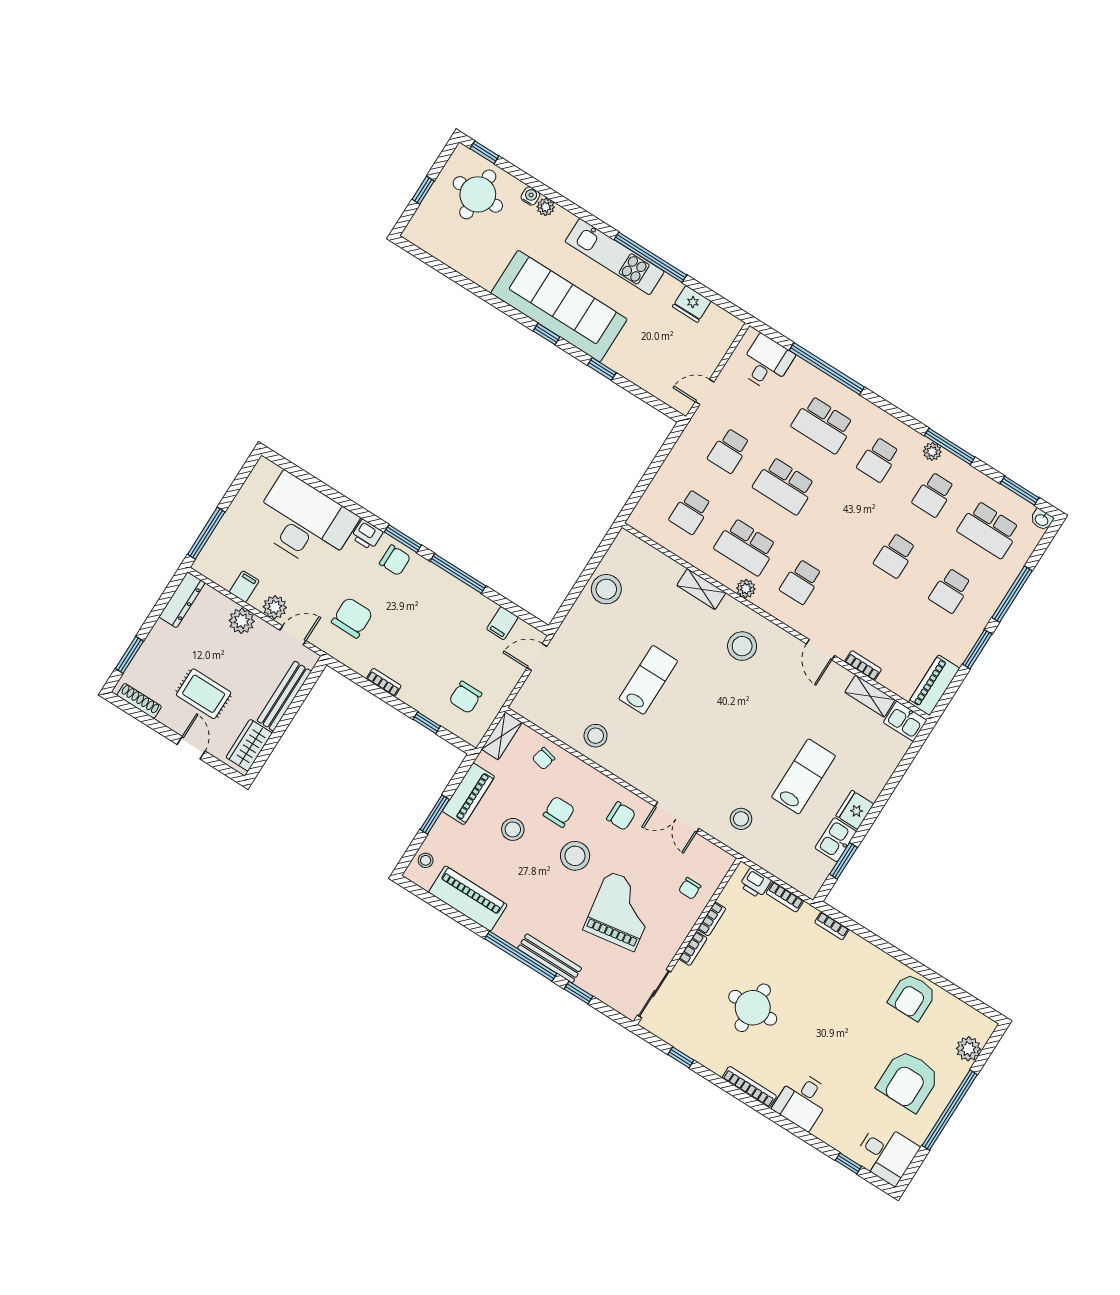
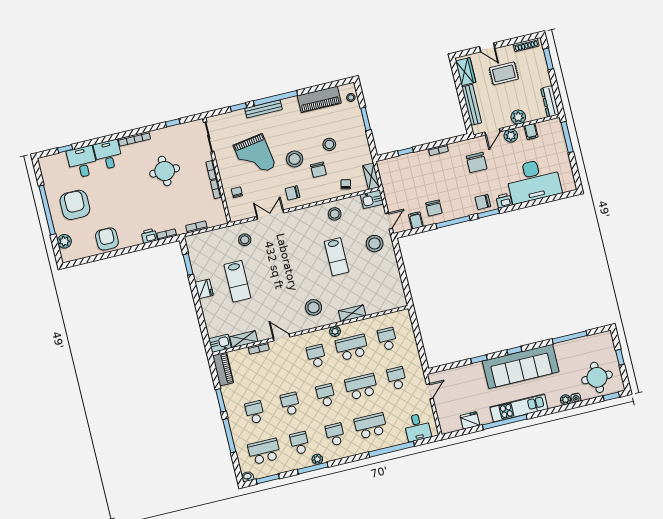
window: (461, 280) -> (570, 337), added
school desk: (840, 521) -> (326, 395), added
stool: (606, 589) -> (375, 244), moved
chair: (465, 697) -> (434, 208), moved, turned 180
piano: (468, 794) -> (361, 140), removed
kitchen sink: (836, 840) -> (372, 199), moved, turned 90
printer: (755, 883) -> (149, 236), moved
desk: (886, 1154) -> (82, 162), moved, turned 90

